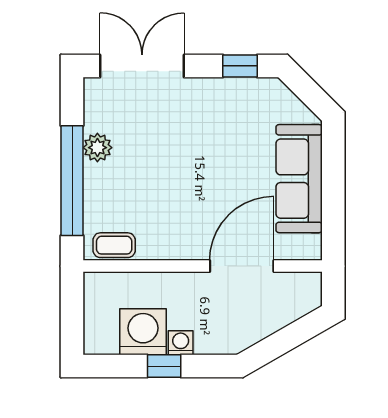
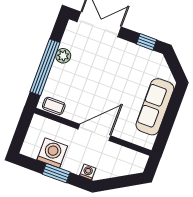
door: (242, 266) -> (94, 132), moved
washing machine: (181, 343) -> (88, 172), moved
window: (164, 366) -> (56, 173), width x1.50

